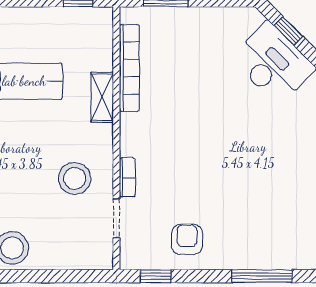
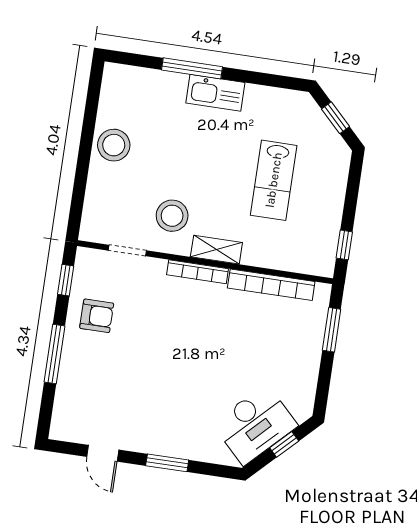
shelving: (102, 97) -> (216, 250), moved
bookcase: (127, 177) -> (197, 272), moved, width x1.56
window: (262, 276) -> (55, 354), moved

